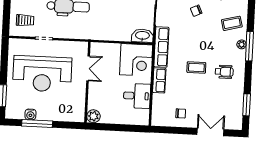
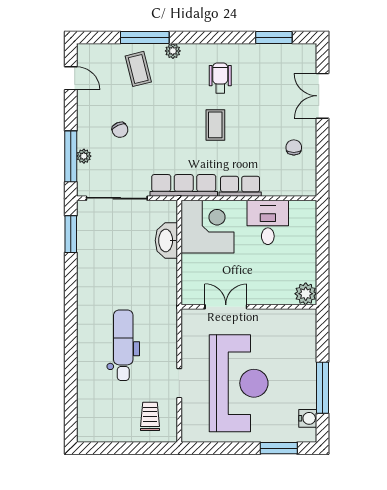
washbasin: (142, 36) -> (166, 240), moved
window: (249, 46) -> (145, 37), moved
water cooler: (30, 114) -> (308, 418), moved

